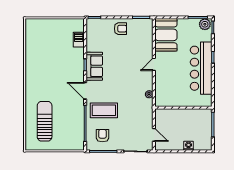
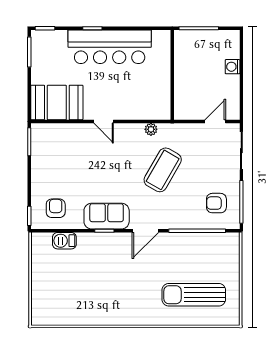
plant: (205, 24) -> (40, 41), removed
armchair: (120, 29) -> (56, 208), moved
coffee table: (104, 110) -> (163, 170), moved, turned 30

